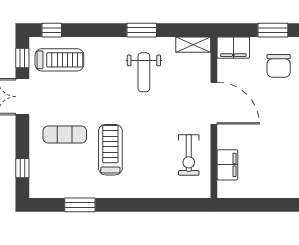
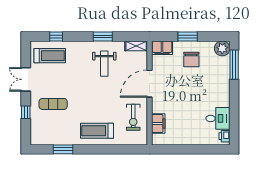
window: (52, 30) -> (56, 36), moved
window: (22, 58) -> (26, 54), removed
door: (214, 103) -> (149, 84), swing flipped
treadmill: (110, 150) -> (97, 131), moved, turned -90
window: (22, 168) -> (26, 112), moved

